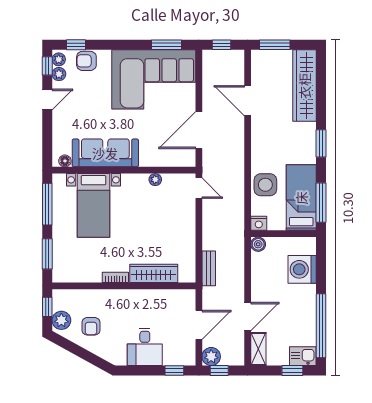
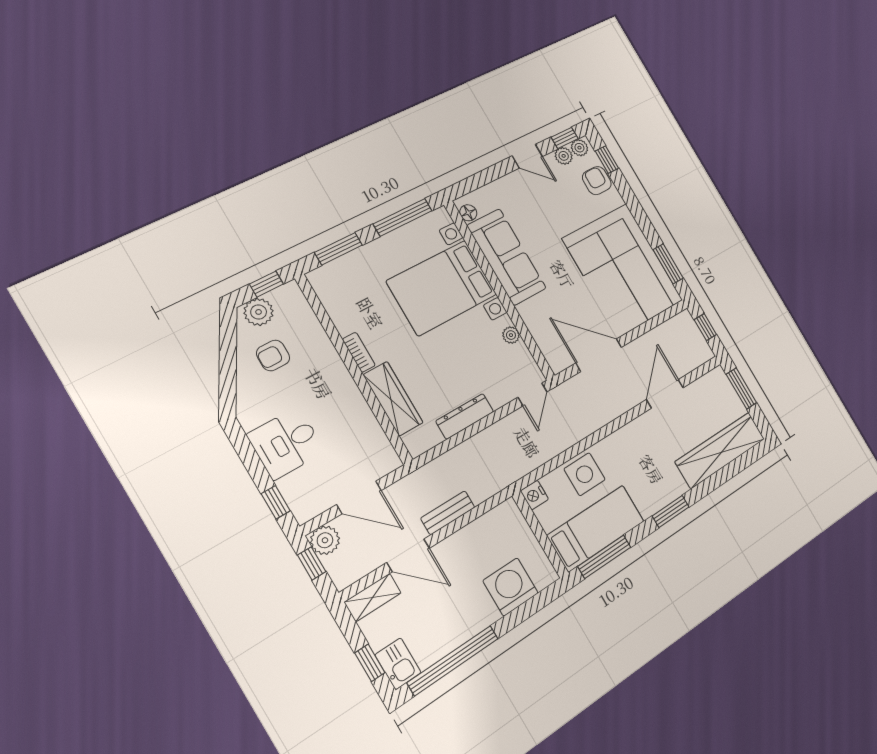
bed with nightstands: (94, 205) -> (442, 288), width x1.36
dresser: (188, 237) -> (465, 416), added
boiler: (258, 244) -> (508, 510), removed
bench: (209, 268) -> (448, 513), moved

